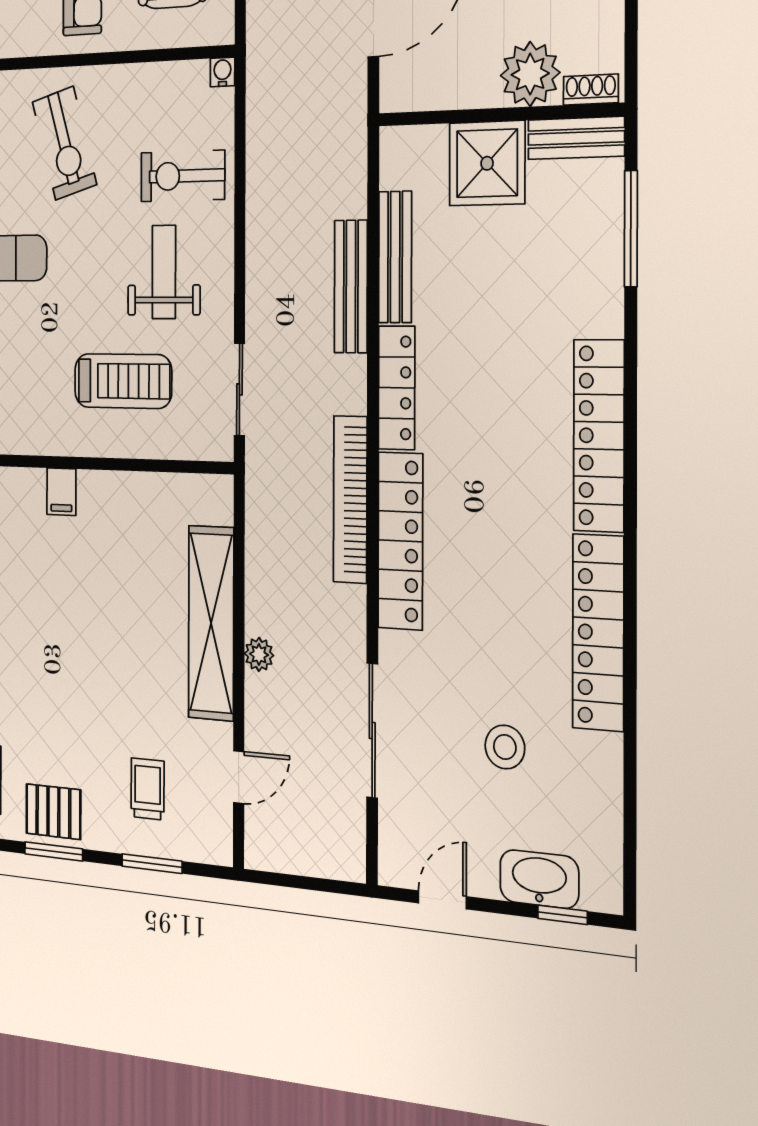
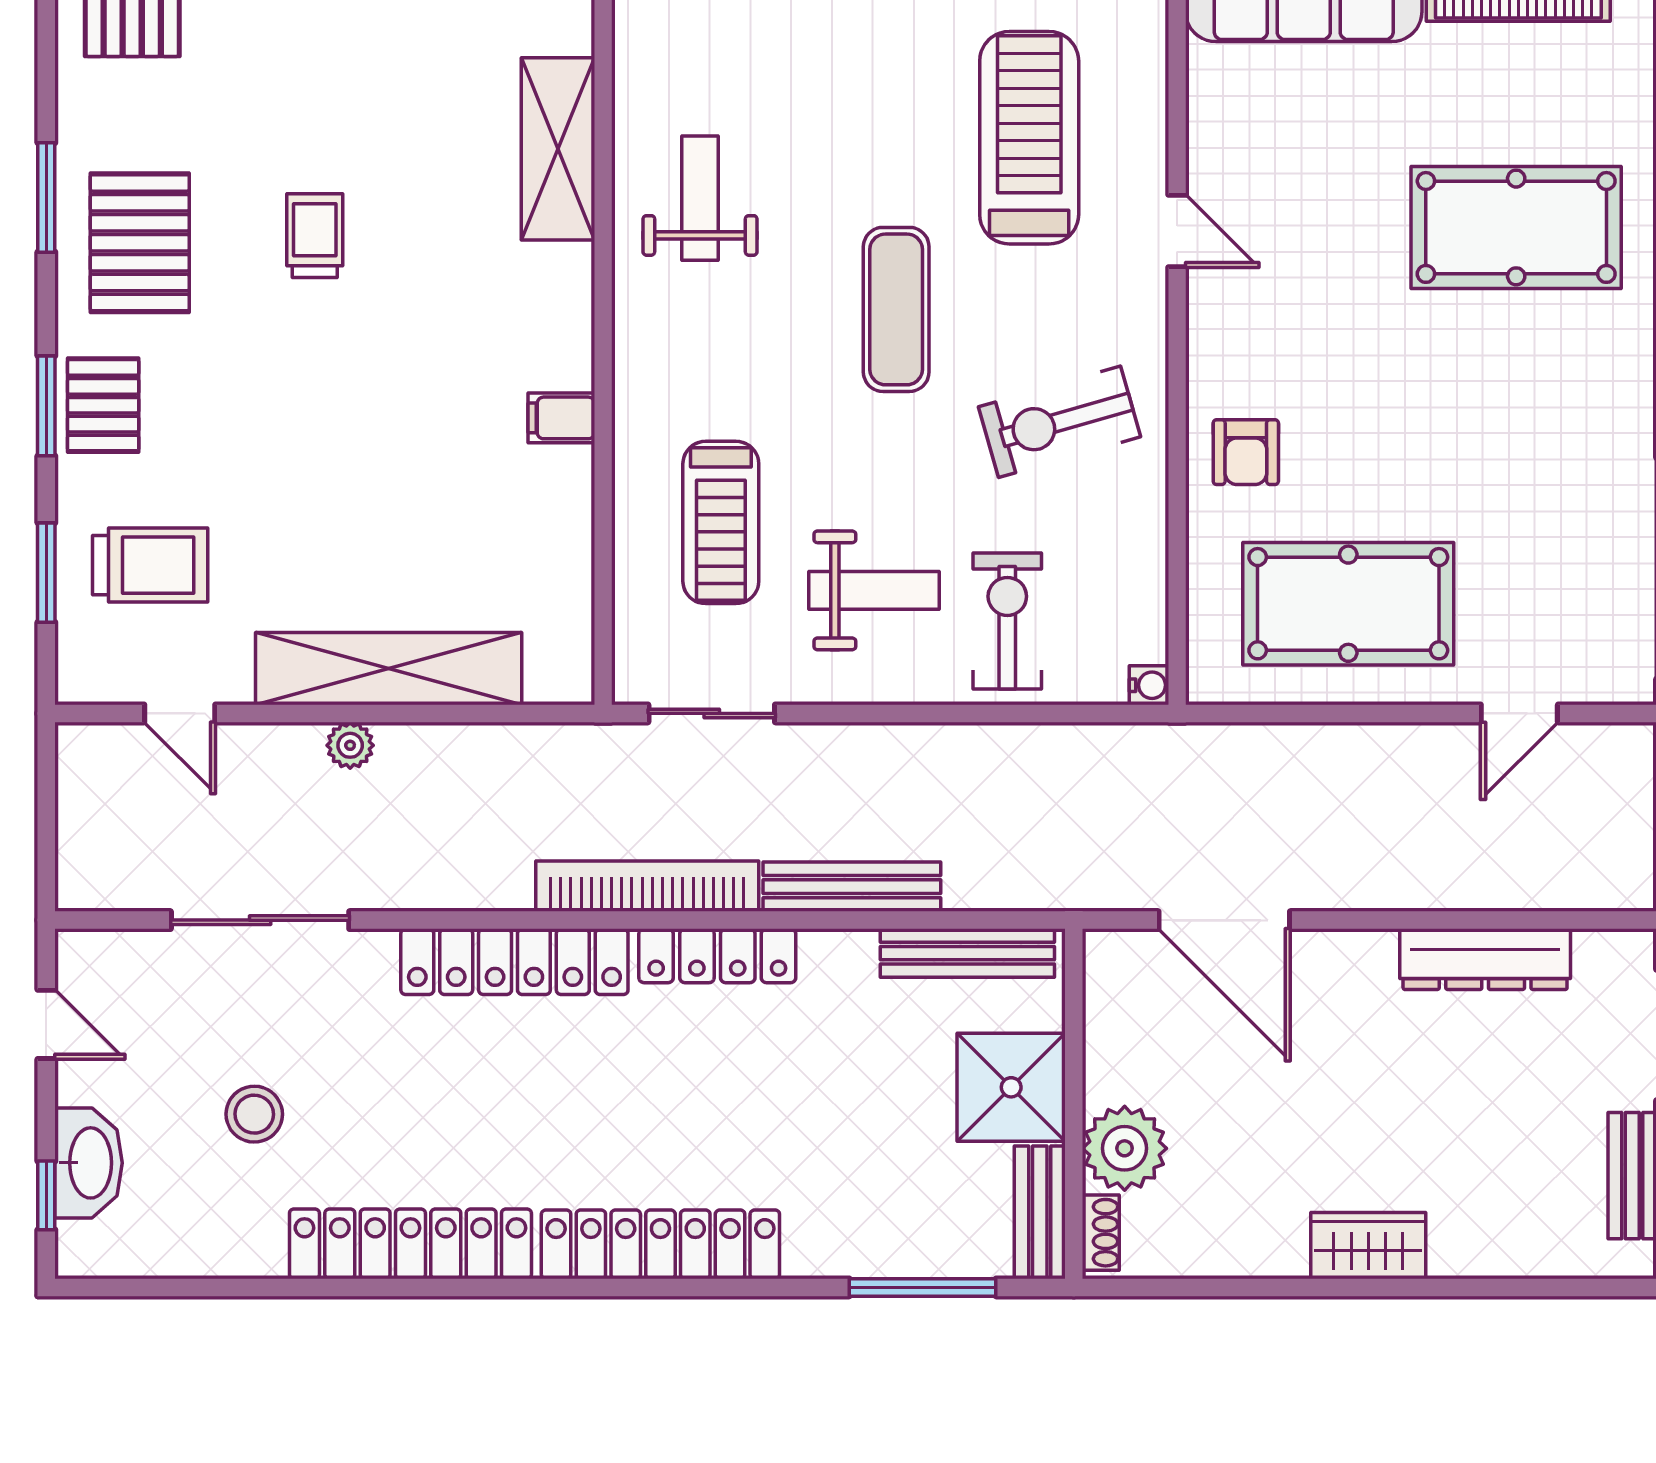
bench: (395, 257) -> (967, 953), moved
bookcase: (350, 499) -> (647, 886), moved
trolley: (148, 789) -> (150, 565), width x1.36, depth x1.39

